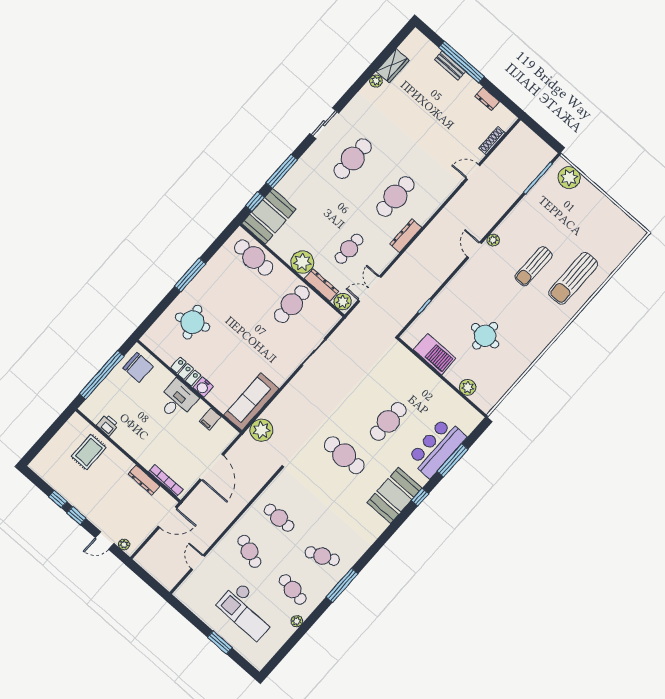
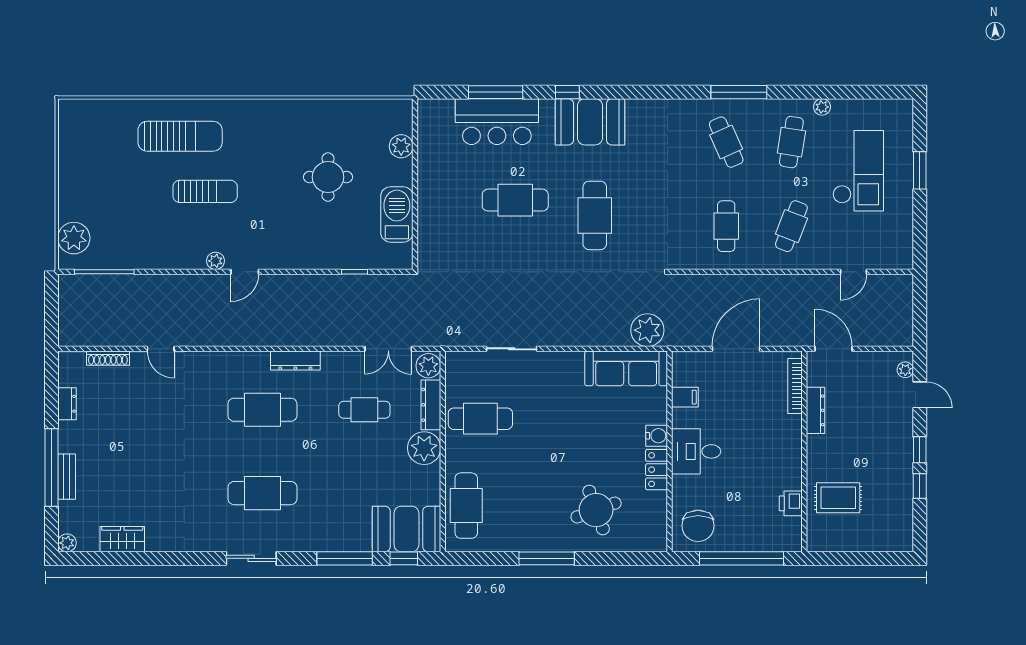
plant: (376, 81) -> (67, 543), moved
chair: (138, 367) -> (698, 526), turned 180

